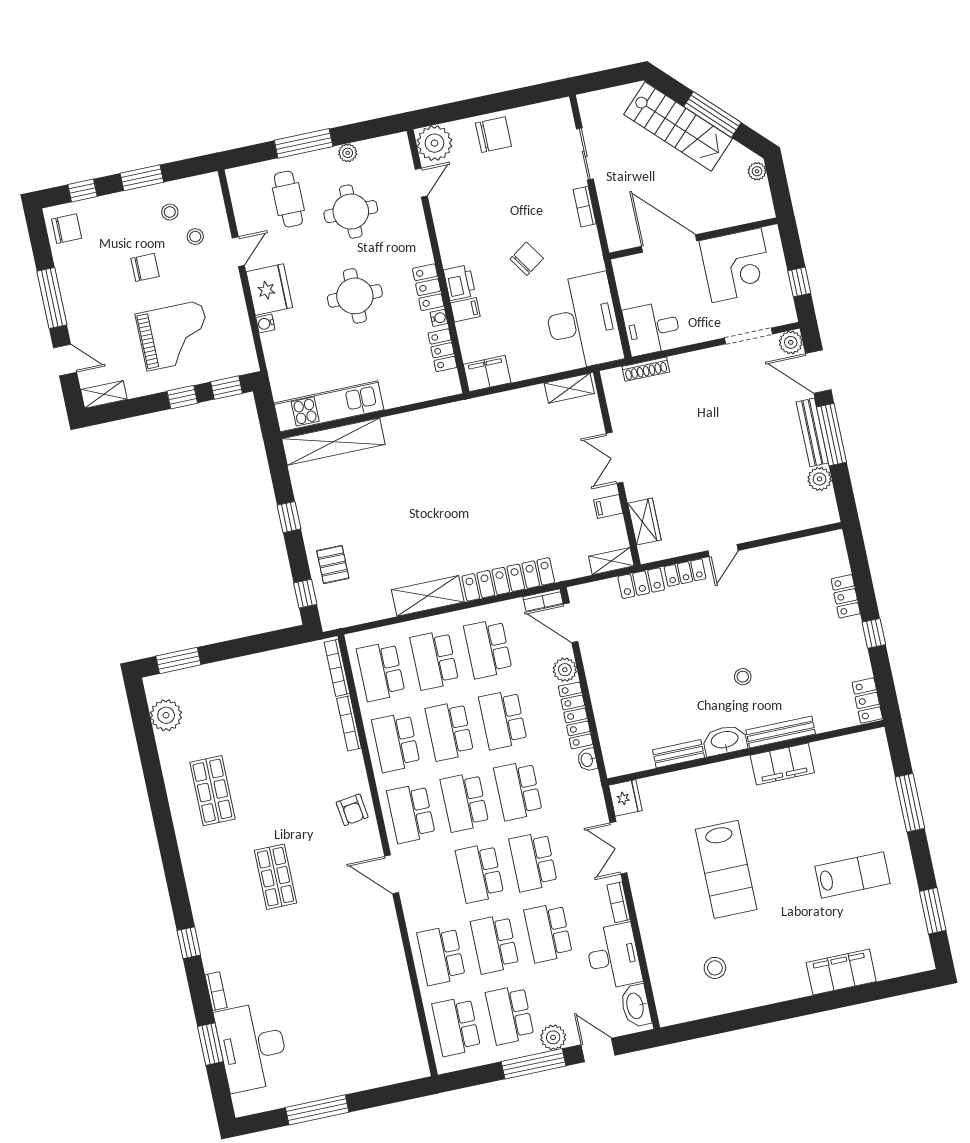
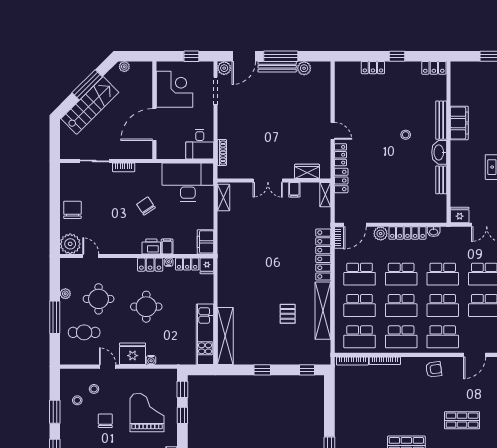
fridge: (447, 385) -> (207, 266), added
pallet: (333, 564) -> (288, 314), moved, turned 90
shelving: (428, 596) -> (323, 311), width x1.47

